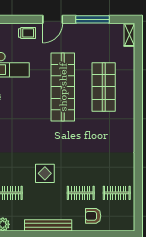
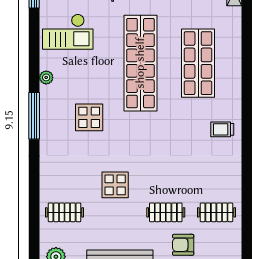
display table: (26, 125) -> (89, 117), added
trolley: (121, 134) -> (222, 129), added

